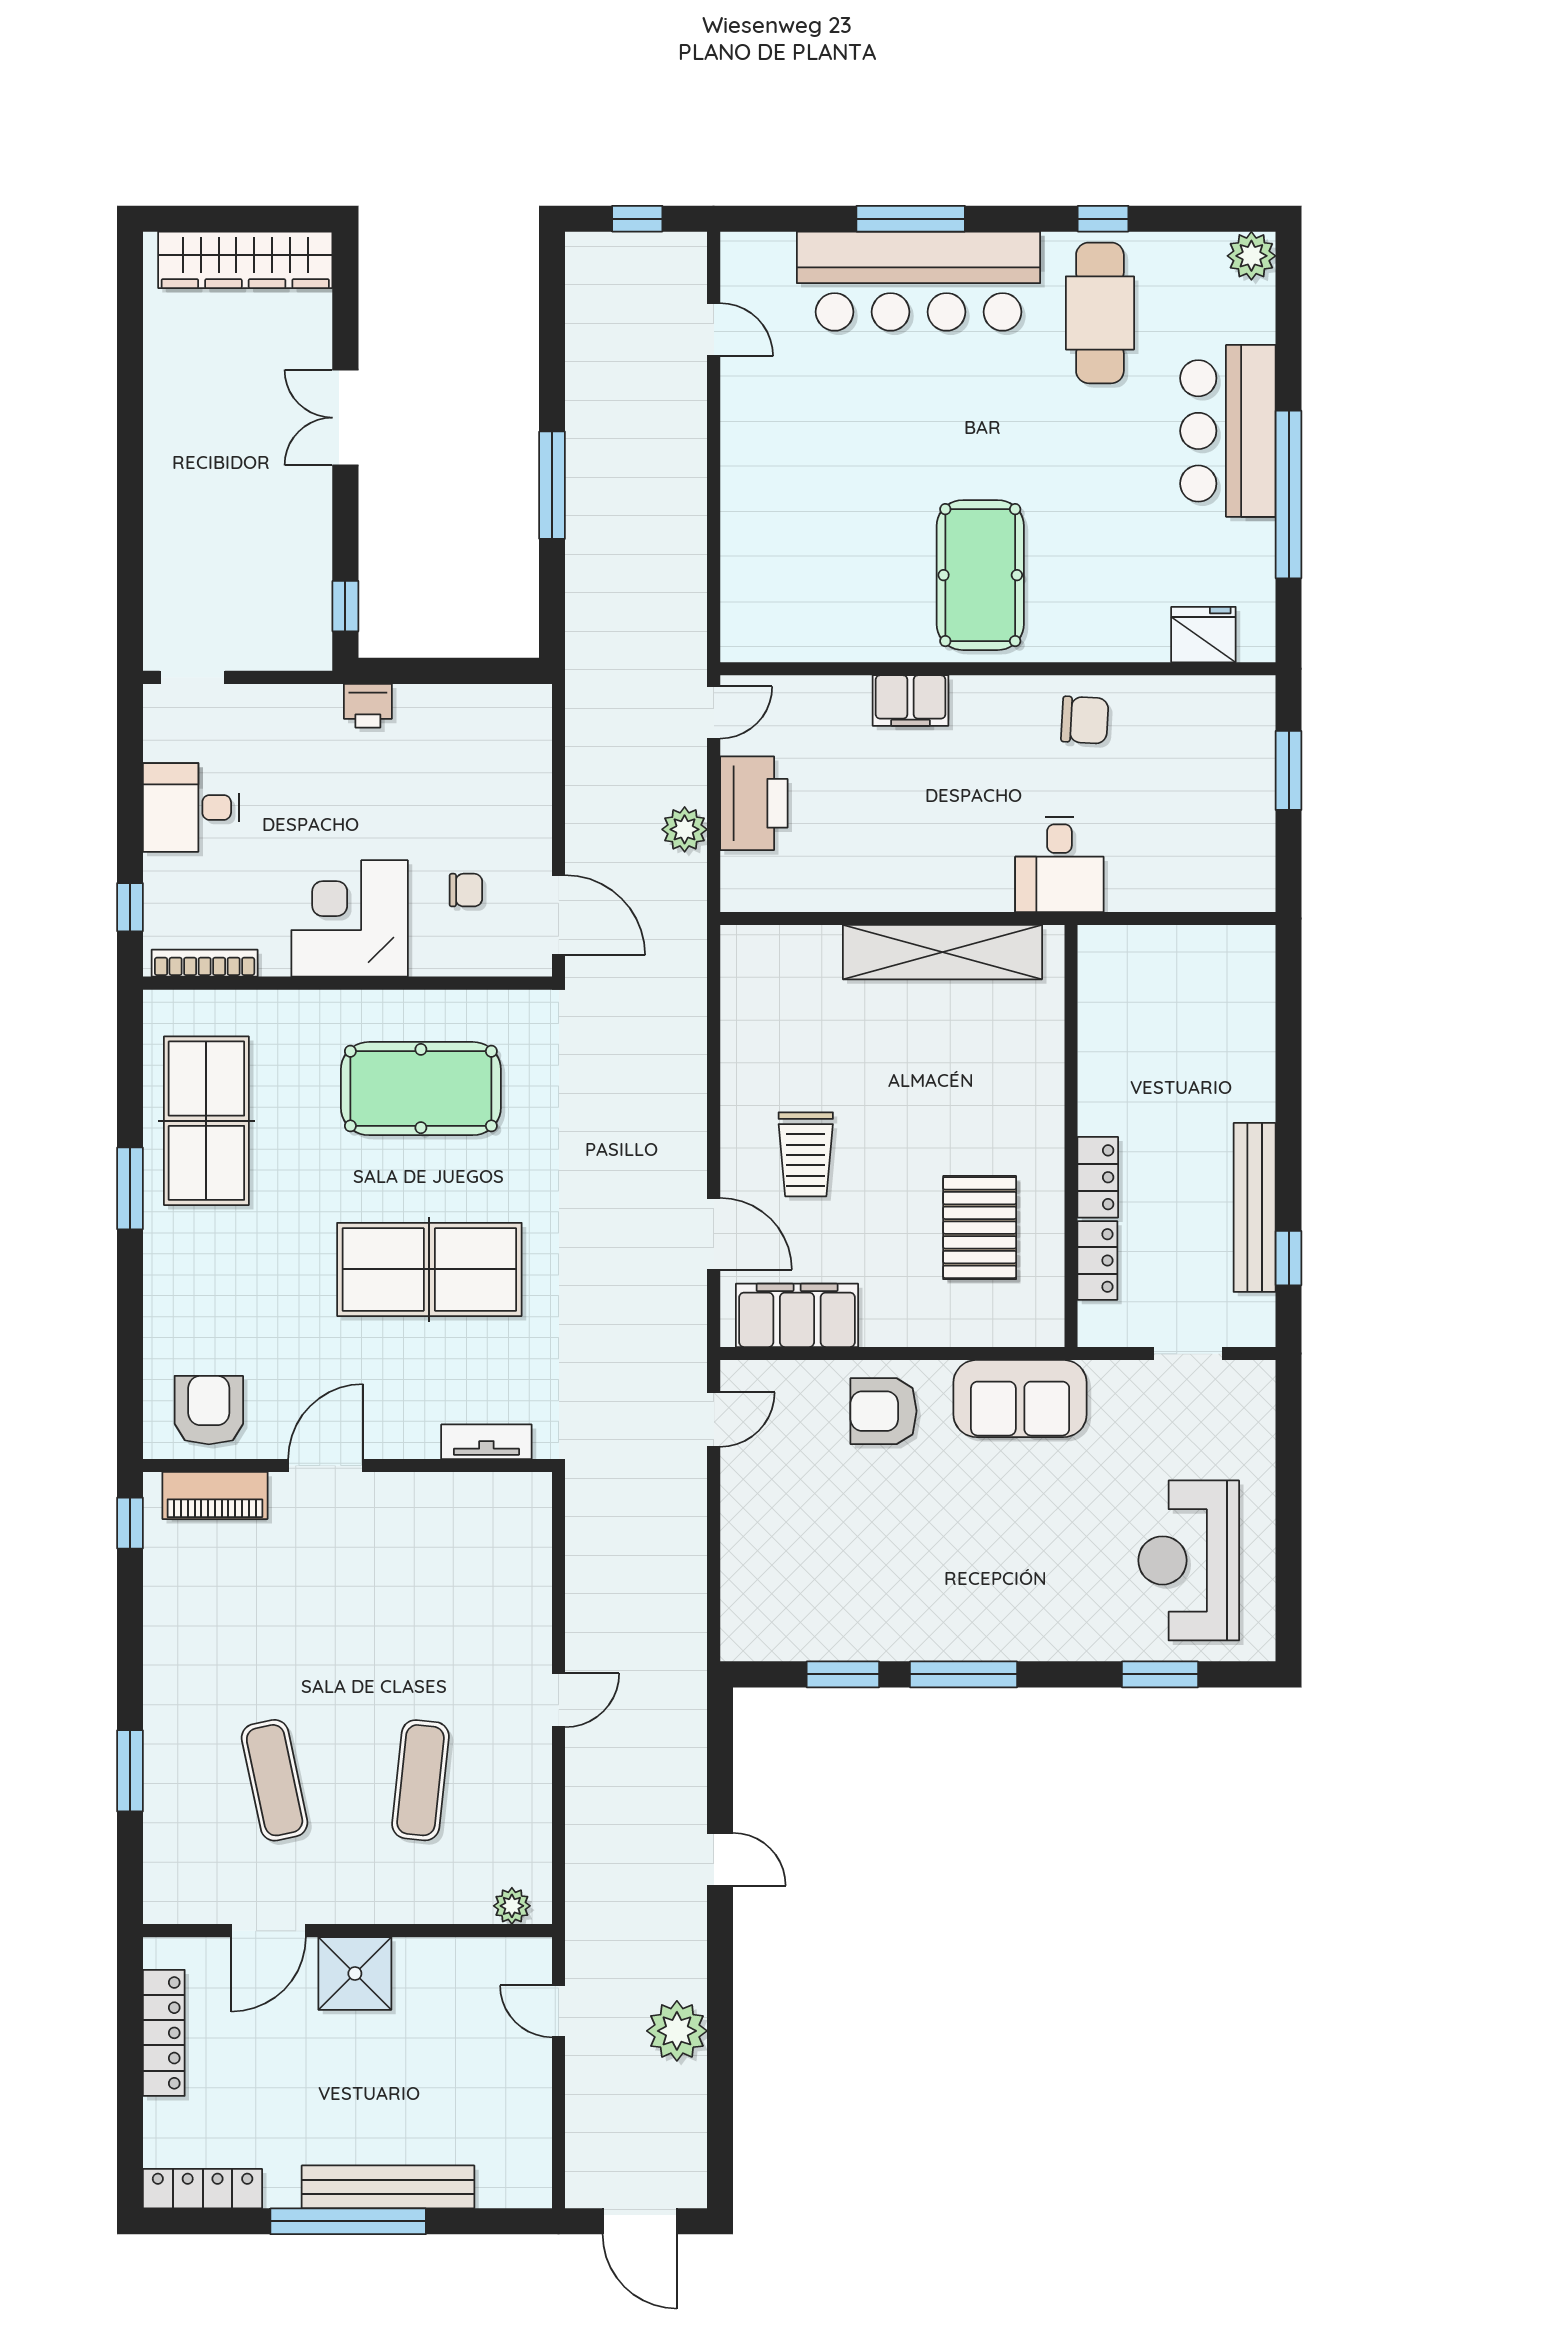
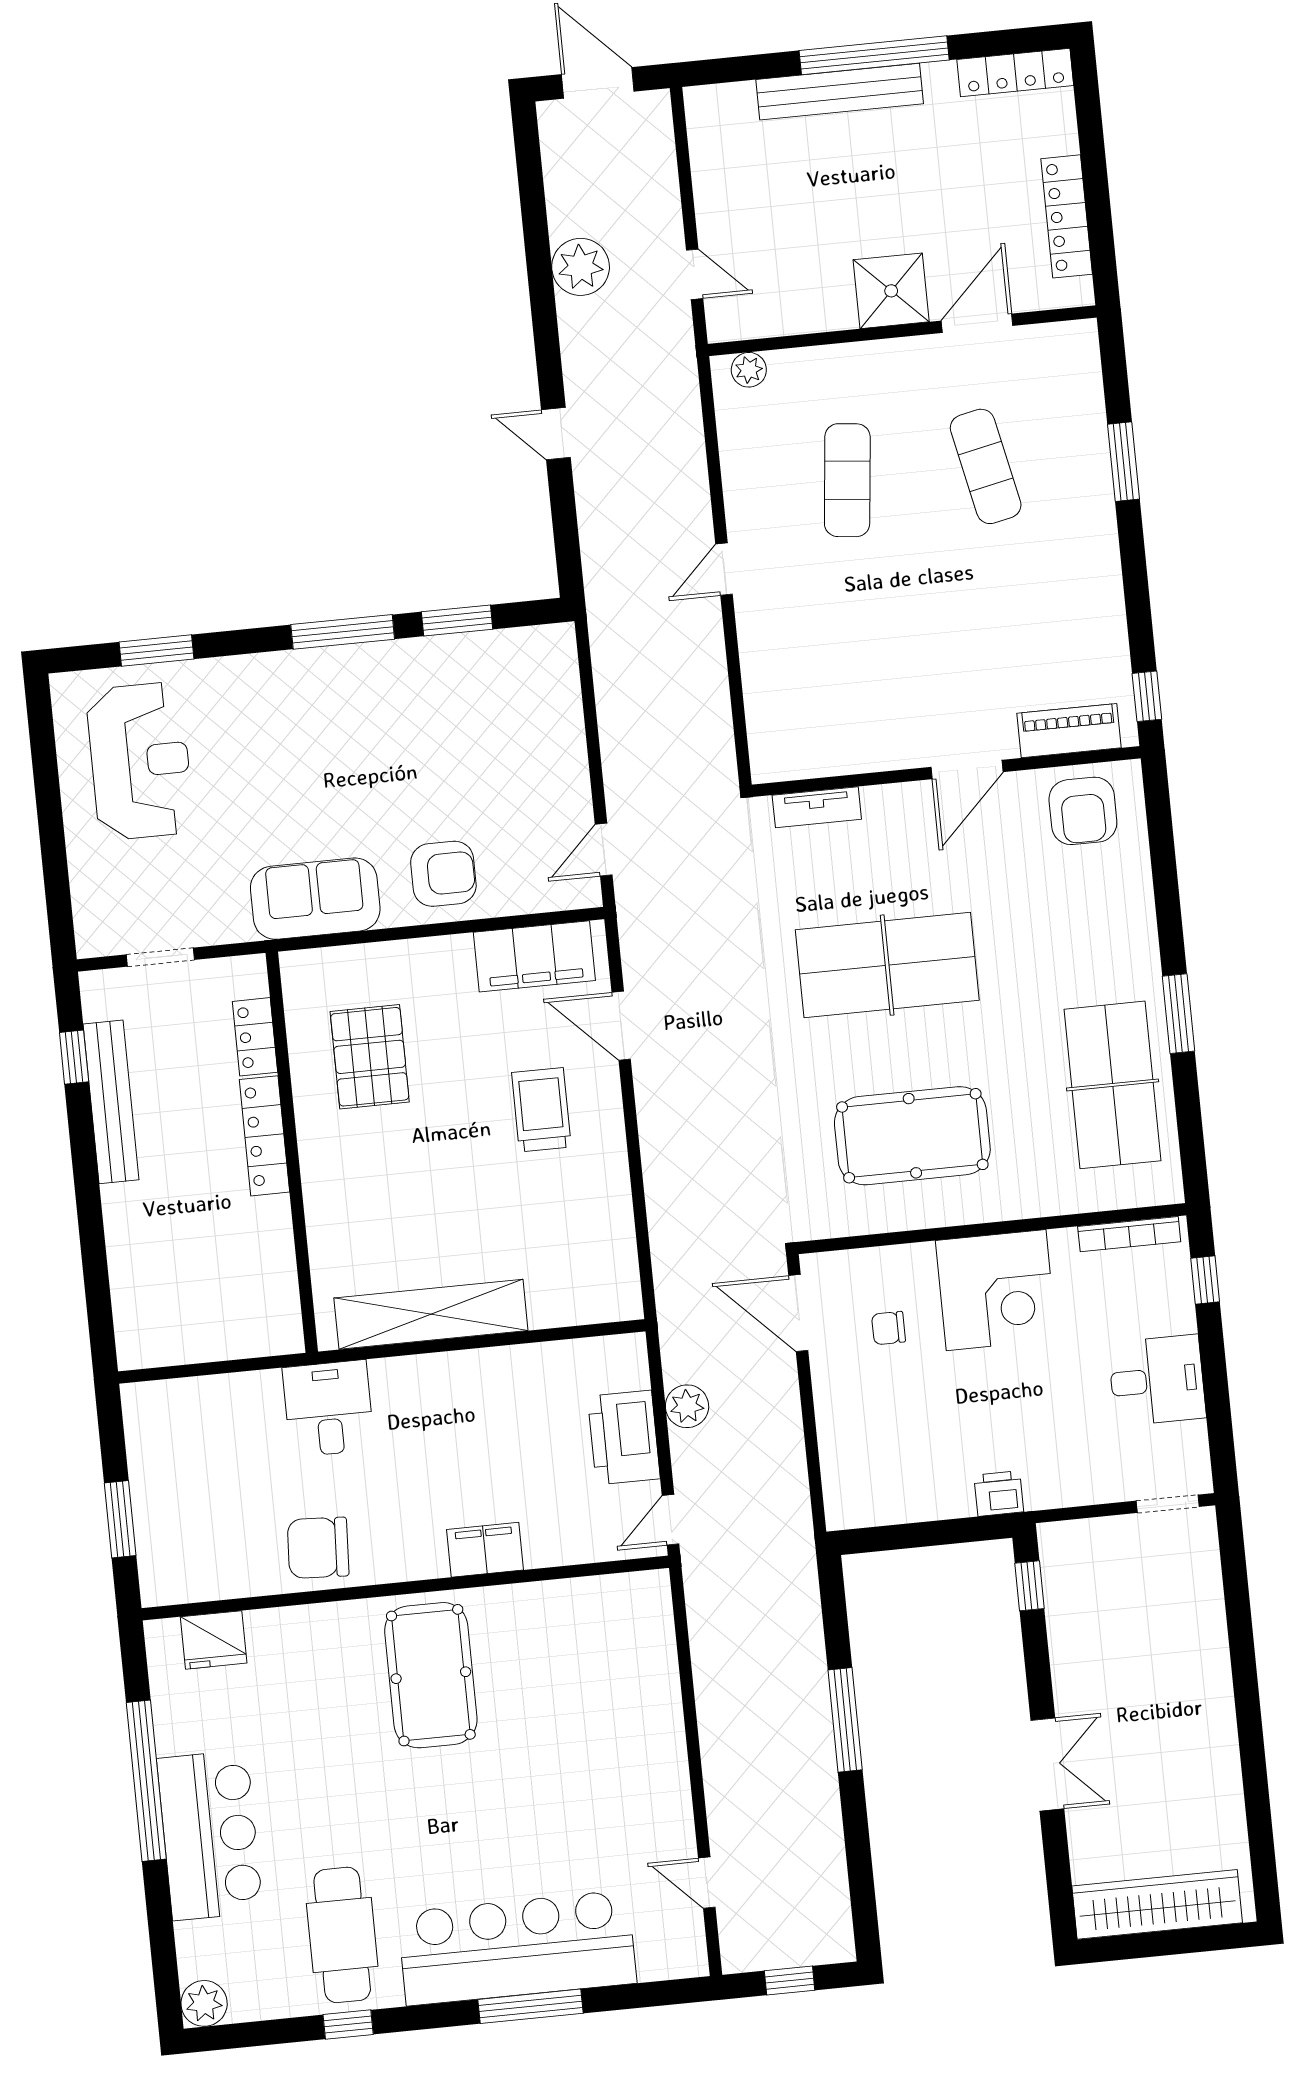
chair: (1085, 720) -> (318, 1548), width x1.37, depth x1.37
locker: (1098, 1177) -> (264, 1136), width x1.53

